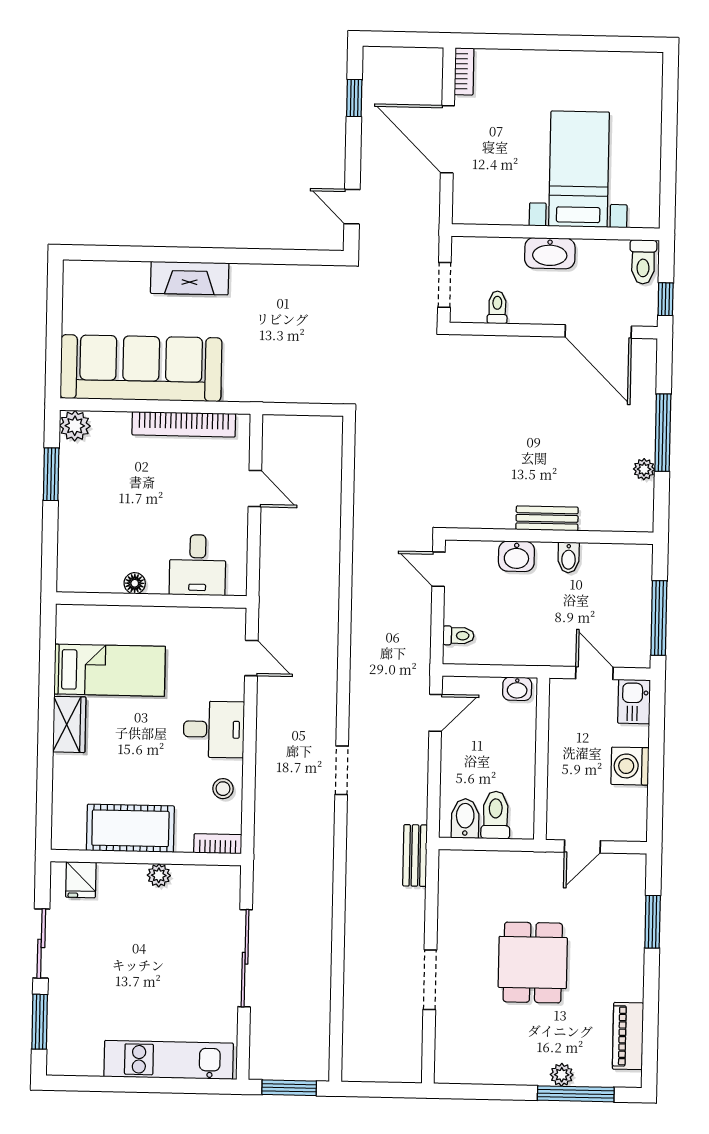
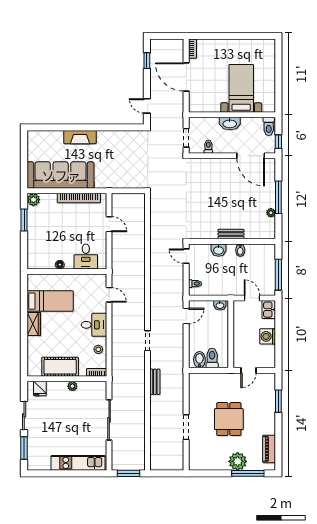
bench: (415, 855) -> (155, 382), moved
plant: (562, 1075) -> (238, 461), width x1.87, depth x1.87

